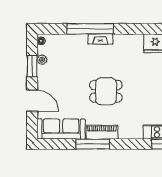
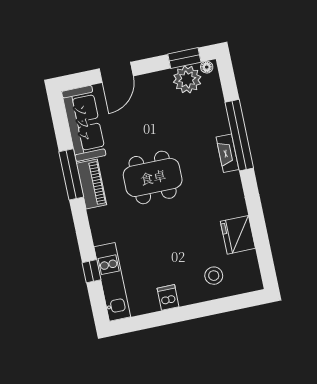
plant: (42, 60) -> (187, 79), width x1.88, depth x1.88
window: (32, 66) -> (184, 58), moved
dining table: (106, 91) -> (153, 177), width x1.38

